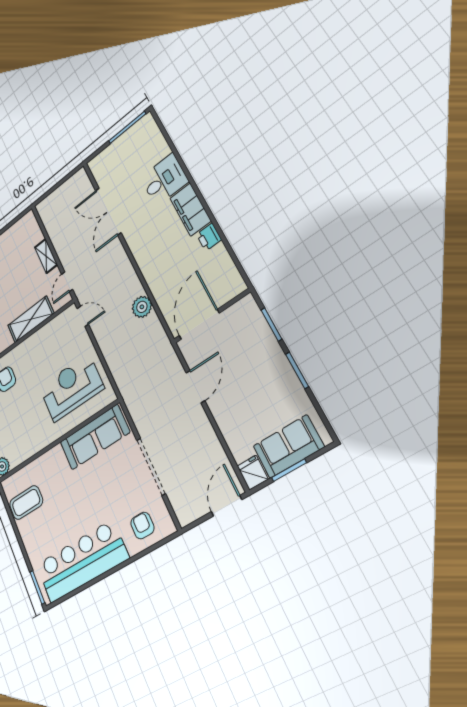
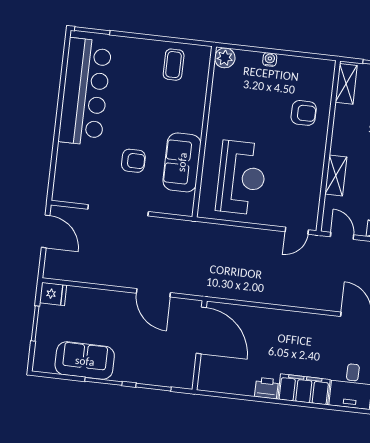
plant: (142, 307) -> (258, 291), removed
shelving: (31, 319) -> (336, 176), width x0.67, depth x0.75
sofa: (95, 437) -> (182, 162), width x0.73
sofa: (288, 446) -> (85, 361), moved, turned -90
coffee table: (26, 503) -> (174, 65), width x0.73, depth x0.77
door: (226, 506) -> (46, 231), moved
armchair: (142, 526) -> (133, 161), moved

